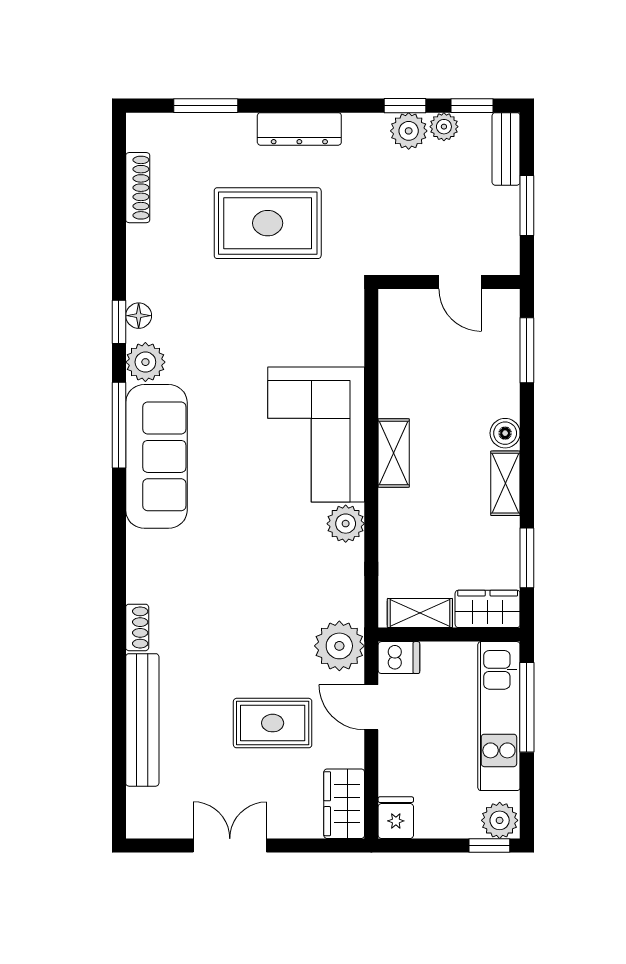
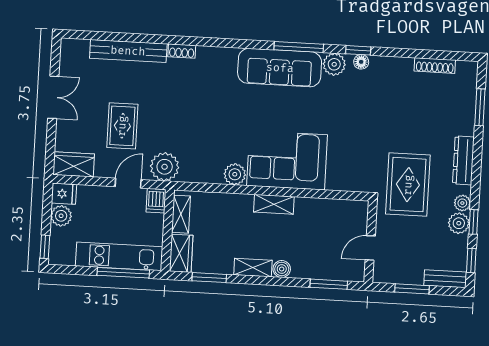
plant: (444, 127) -> (462, 203), moved
rug: (268, 223) -> (408, 185), moved
plant: (500, 820) -> (61, 216), moved

